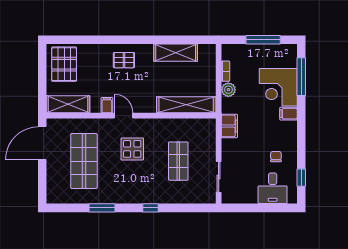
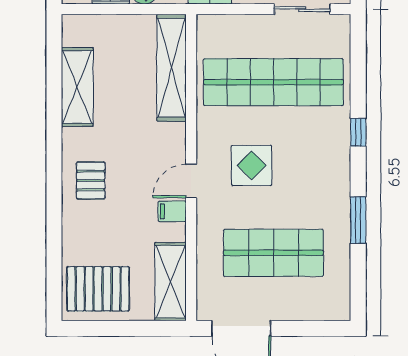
shop shelf: (178, 161) -> (273, 82), width x2.00, depth x1.36

